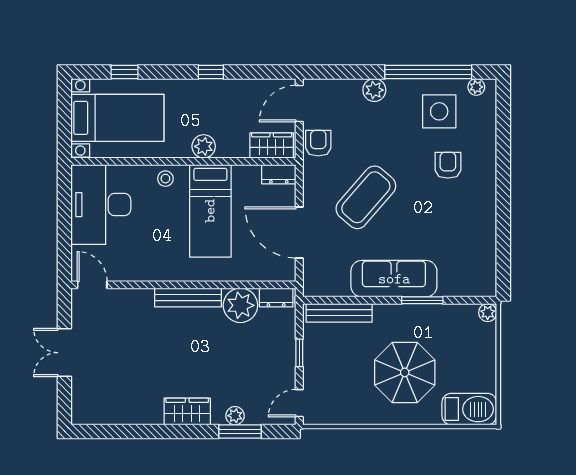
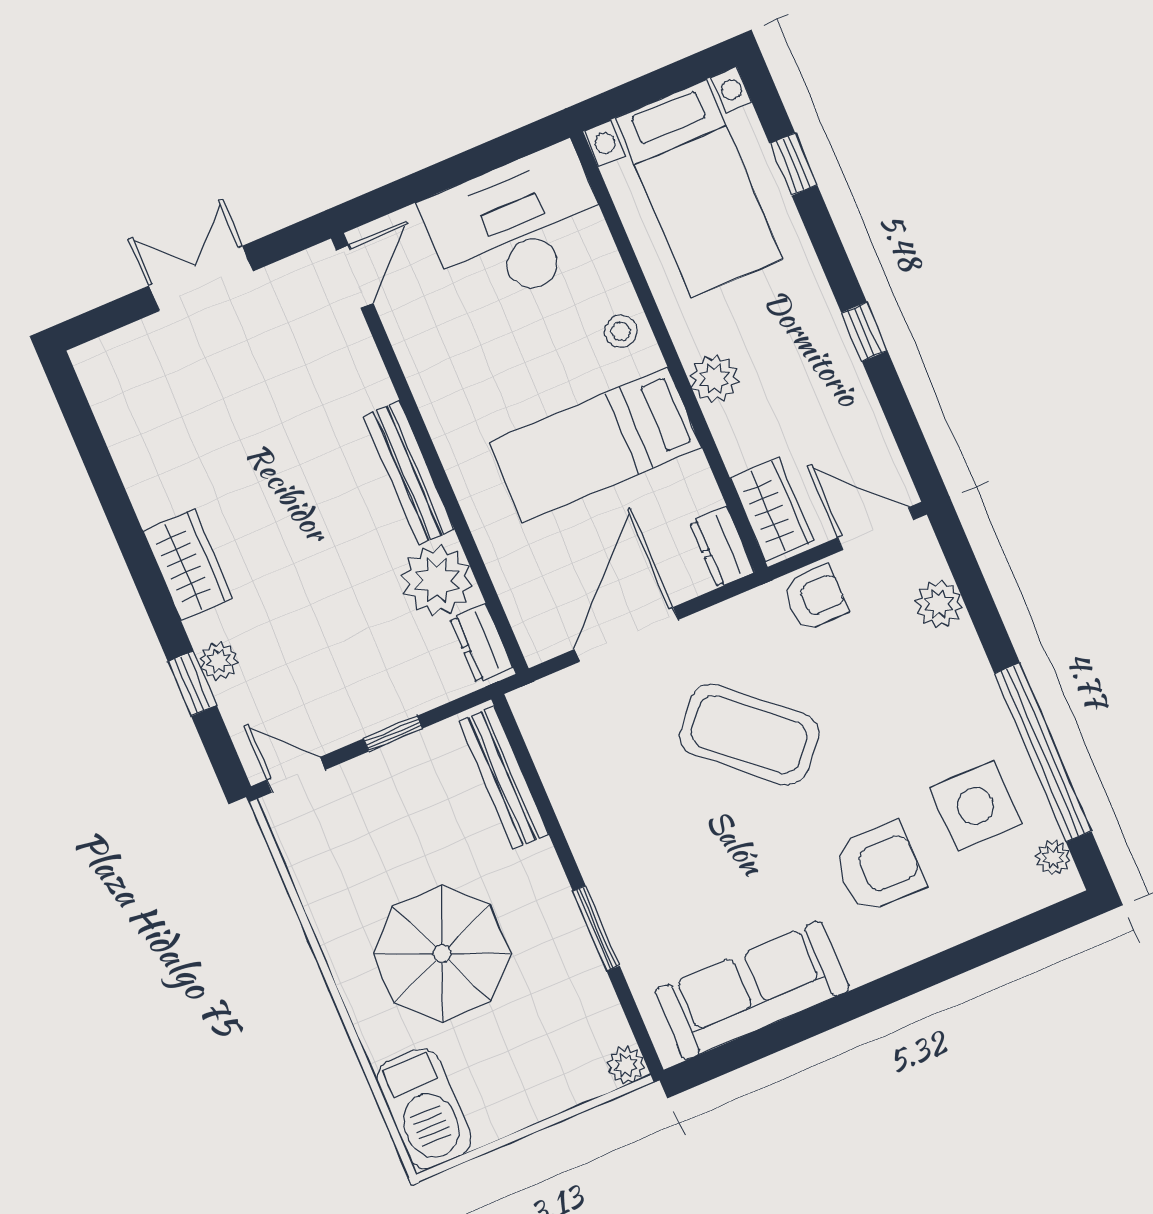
plant: (374, 90) -> (939, 604), moved
armchair: (448, 165) -> (879, 867), width x1.38, depth x1.38
sofa: (394, 279) -> (752, 990), moved, turned -90
window: (240, 432) -> (192, 683), width x0.67

